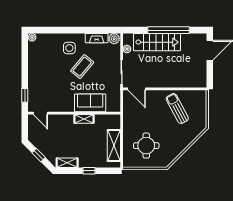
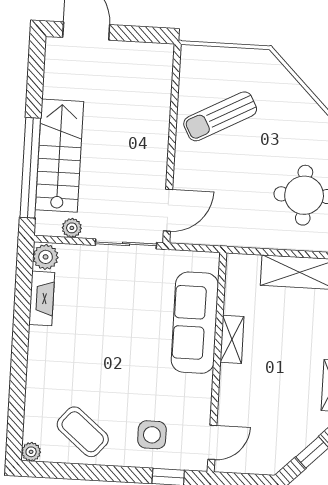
window: (169, 30) -> (30, 168), moved
side table: (69, 48) -> (152, 435), moved
coffee table: (82, 67) -> (83, 432), moved
sofa: (90, 103) -> (195, 323), width x1.36

